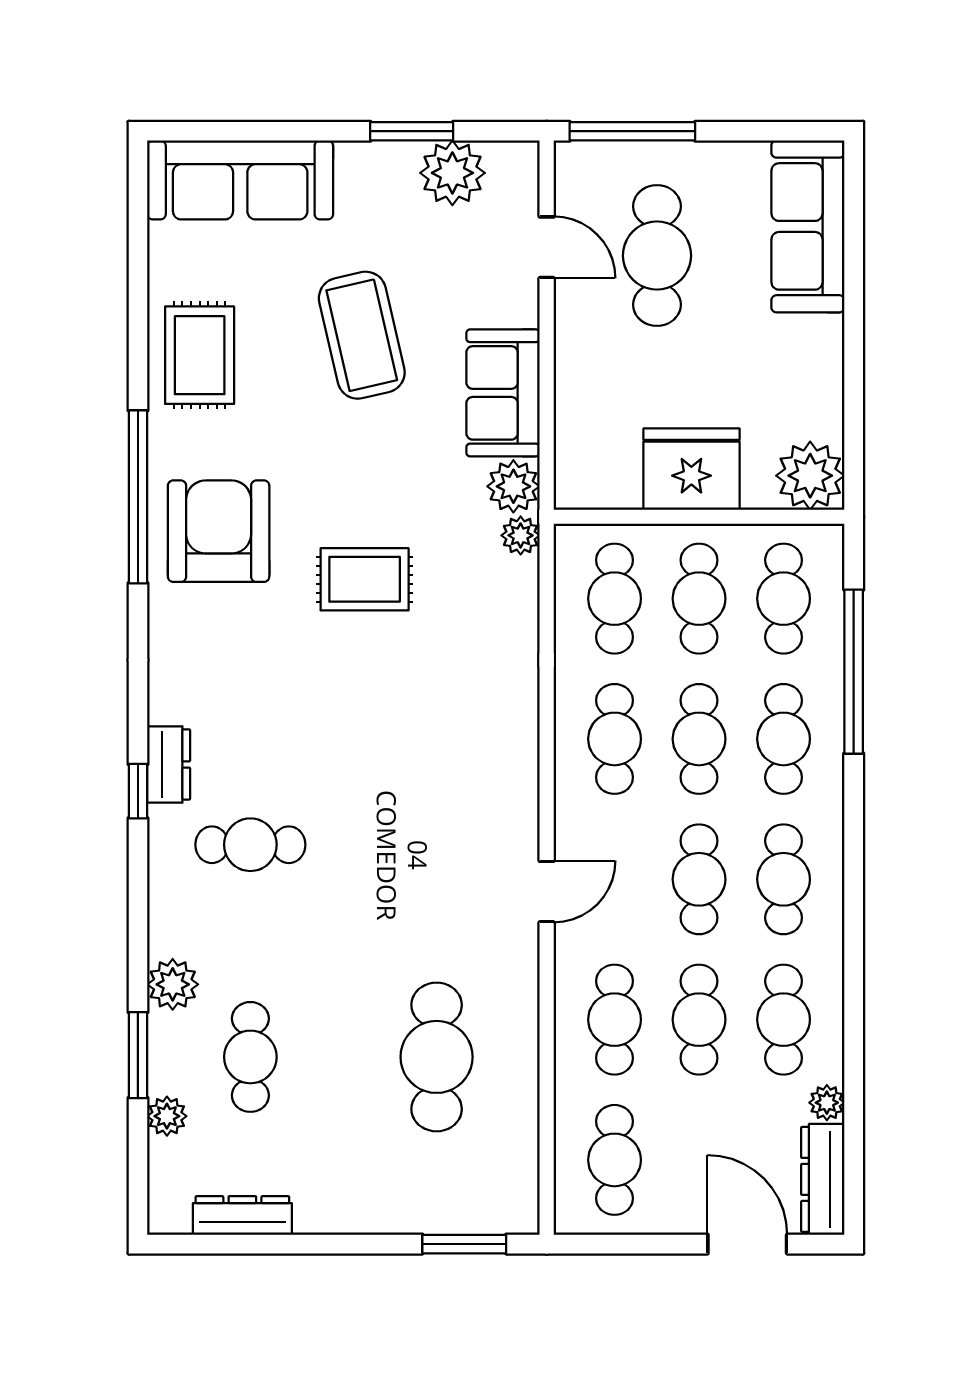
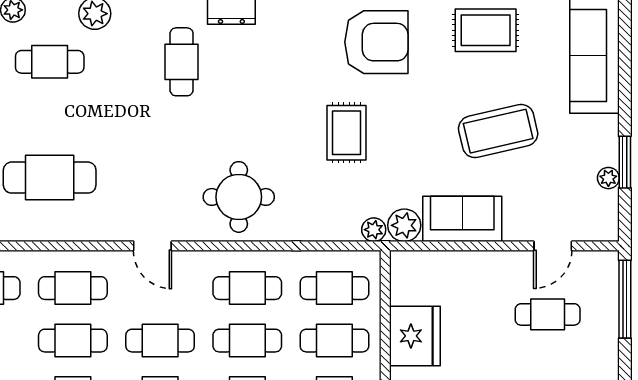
plant: (452, 173) -> (608, 178), width x0.53, depth x0.53
cafe table: (657, 256) -> (548, 314), width x0.73, depth x0.74
round table: (468, 753) -> (239, 197), added

